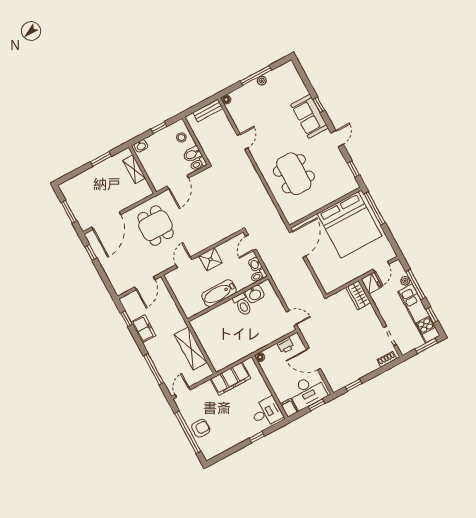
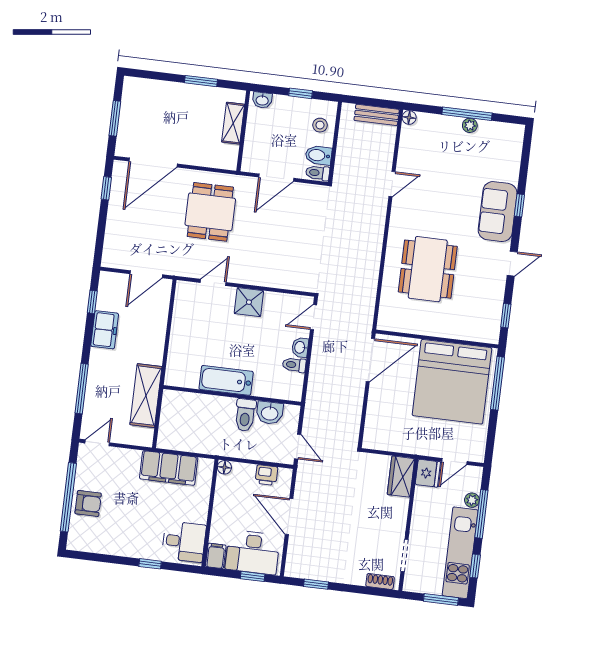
bathtub: (219, 293) -> (226, 380), moved
washbasin: (255, 294) -> (270, 413), moved
wall: (228, 299) -> (232, 395), moved
toilet: (242, 305) -> (245, 415), moved

